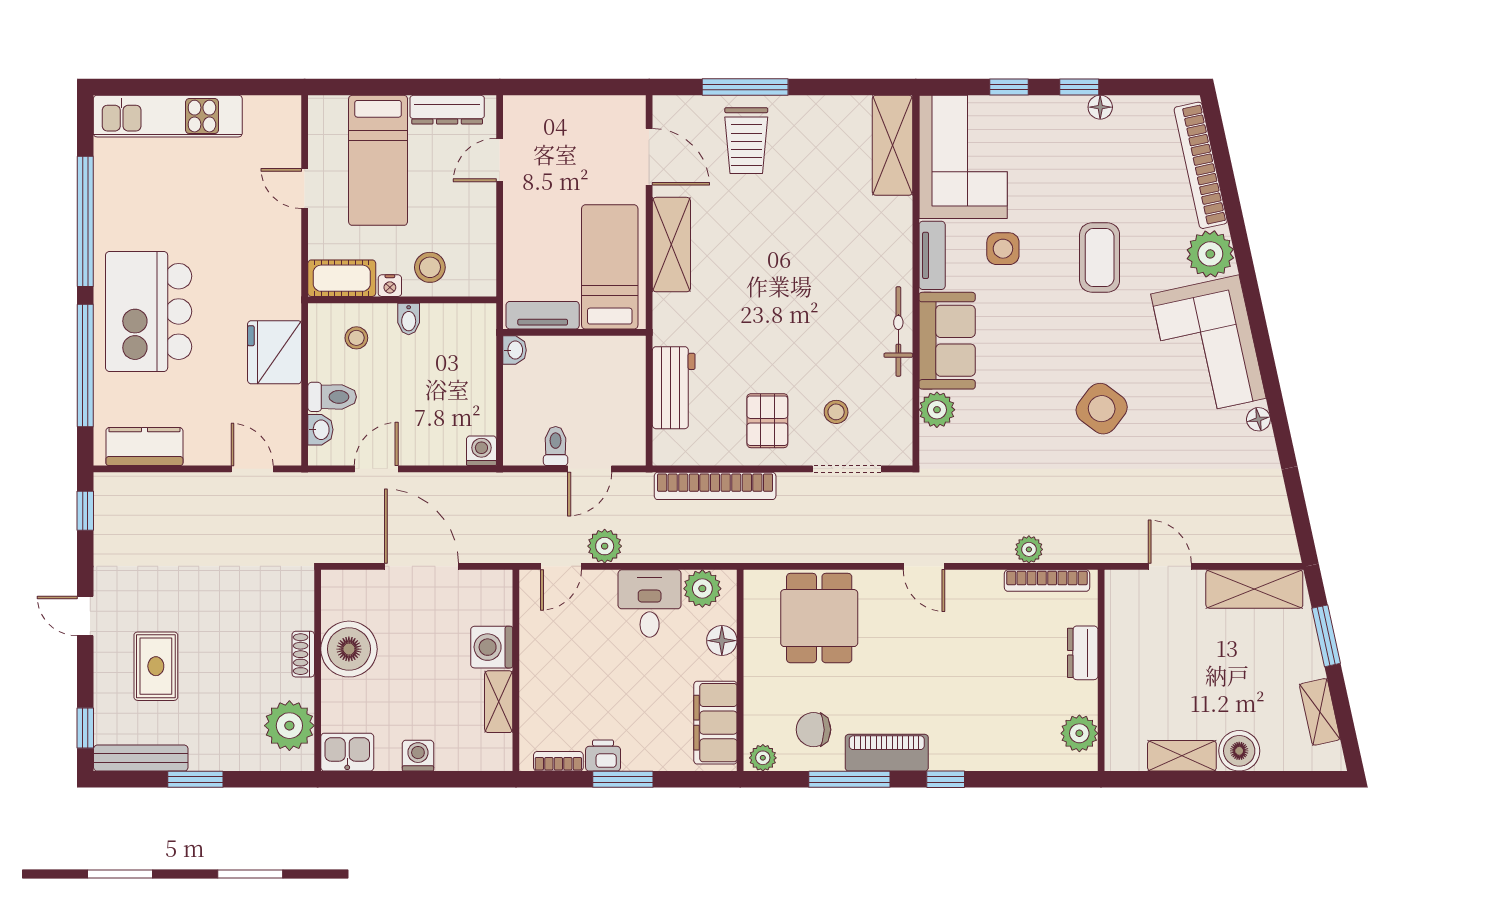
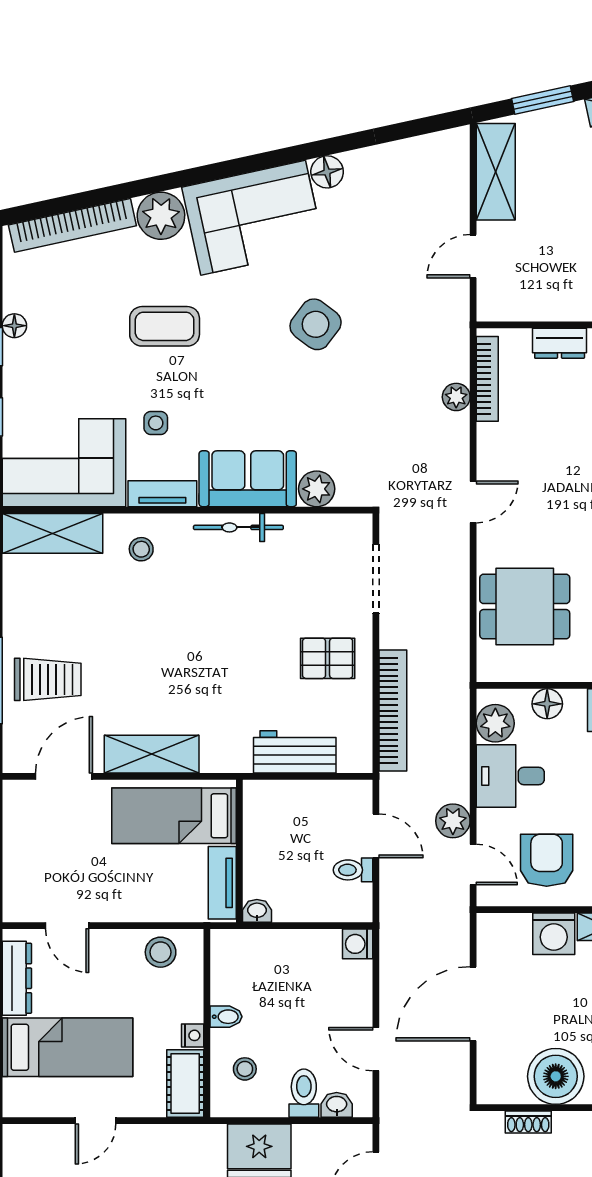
side table: (1003, 249) -> (156, 423), width x0.73, depth x0.73
stool: (430, 267) -> (161, 952), moved
stool: (836, 412) -> (141, 549), moved
floor lamp: (1258, 419) -> (327, 172), width x1.37, depth x1.37
armchair: (565, 640) -> (547, 860), added
shoe rack: (303, 654) -> (528, 1122), moved

